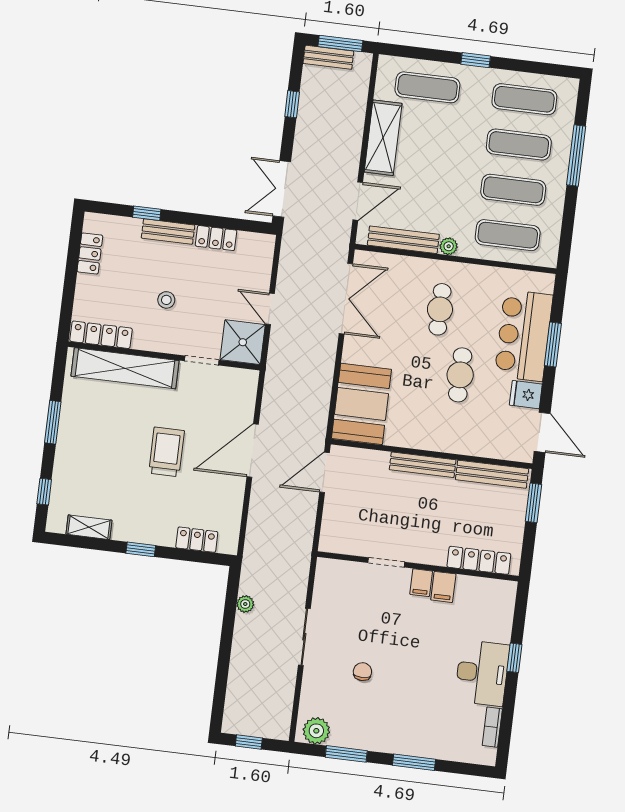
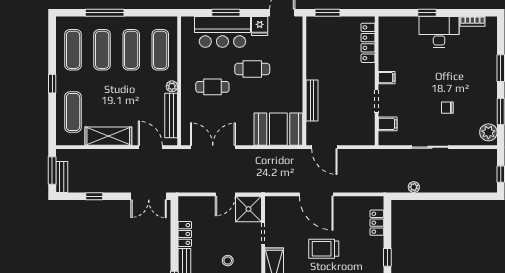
bench: (423, 465) -> (312, 100), moved
bench: (492, 474) -> (313, 41), removed
filing cabinet: (443, 587) -> (388, 124), moved

